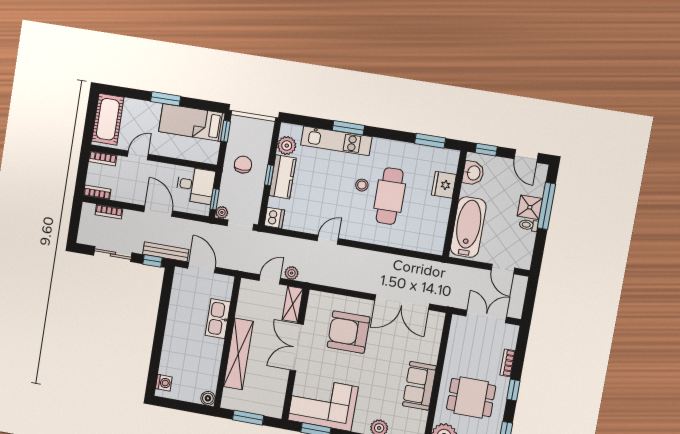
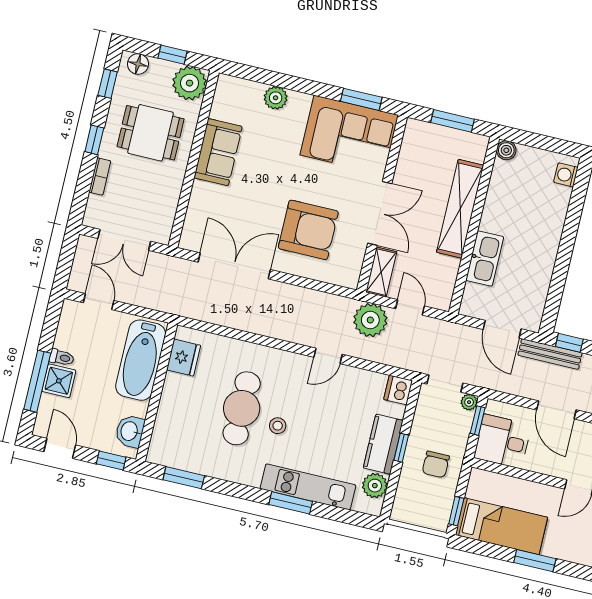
fridge: (444, 185) -> (184, 358), moved
plant: (292, 273) -> (370, 320), width x1.88, depth x1.88
door: (270, 279) -> (410, 307), swing flipped

